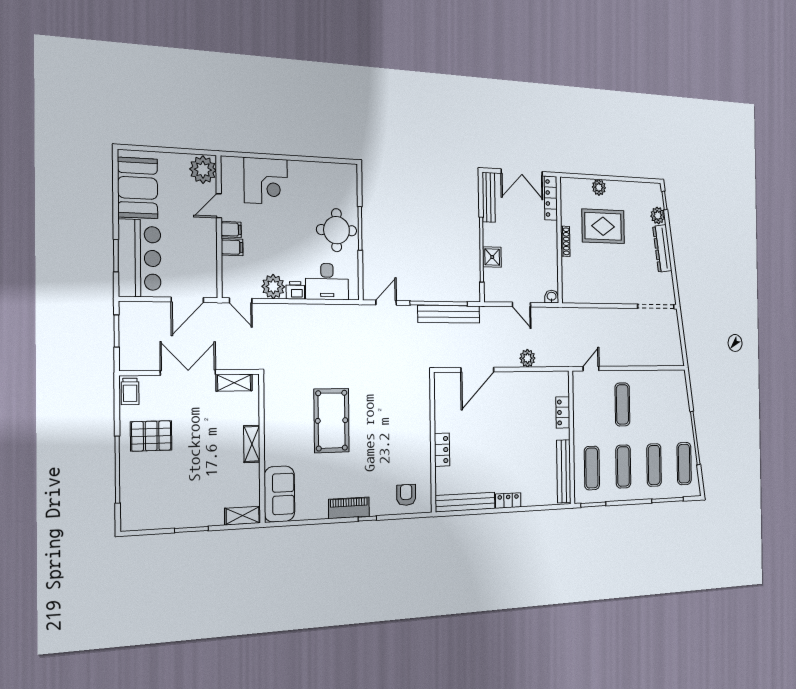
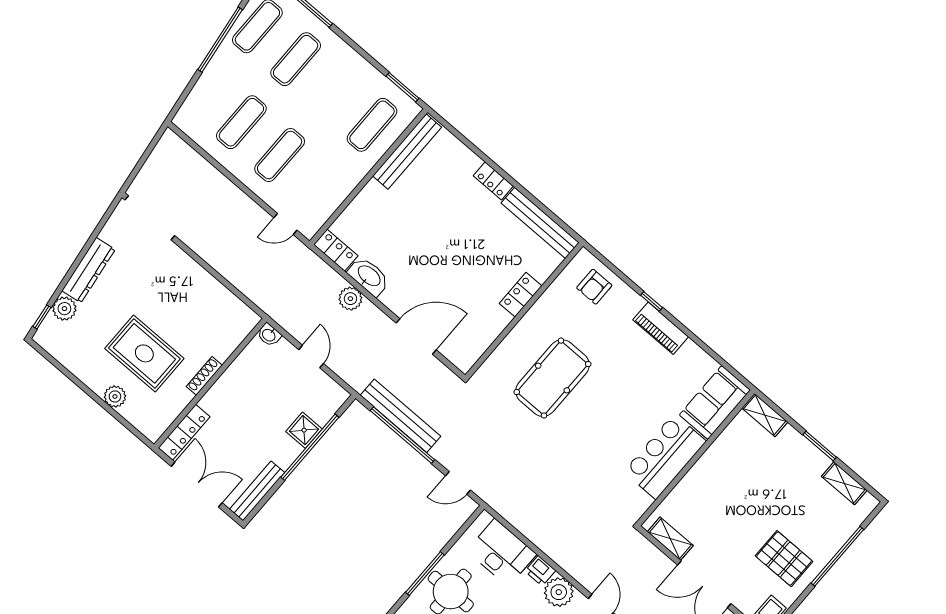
washbasin: (528, 381) -> (369, 276), added
locker: (563, 412) -> (336, 250), moved, turned -90
pool table: (332, 421) -> (552, 378), moved
bar counter: (281, 432) -> (665, 456), added
shelving: (252, 444) -> (844, 483), moved, turned 90
exercise mat: (623, 466) -> (241, 122), moved

